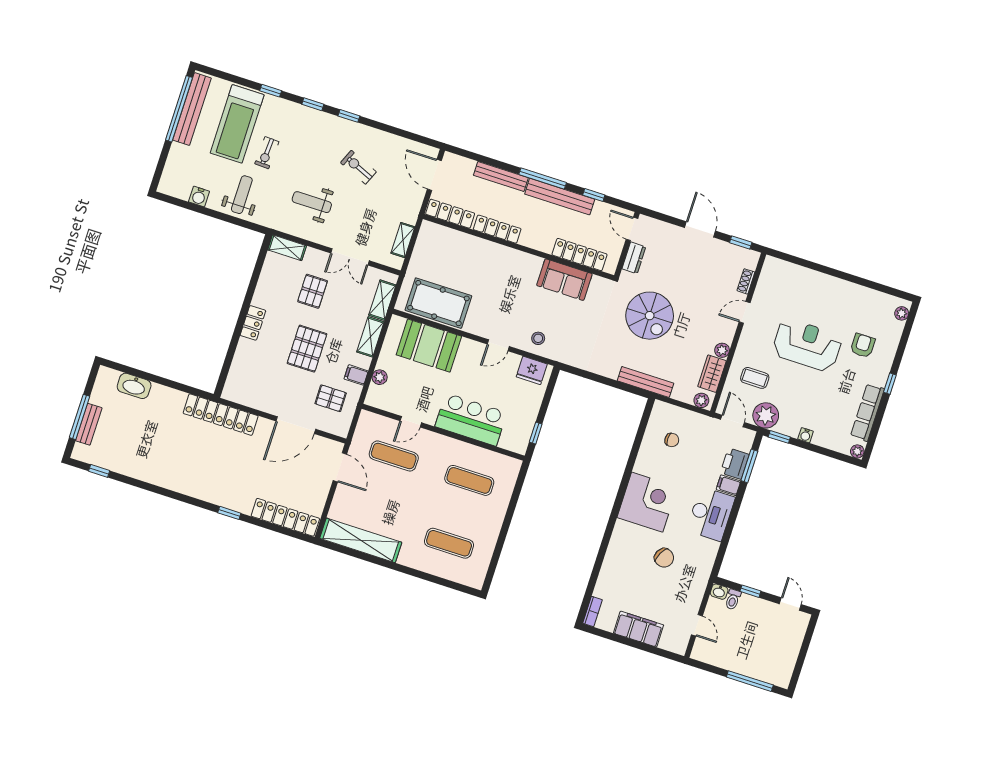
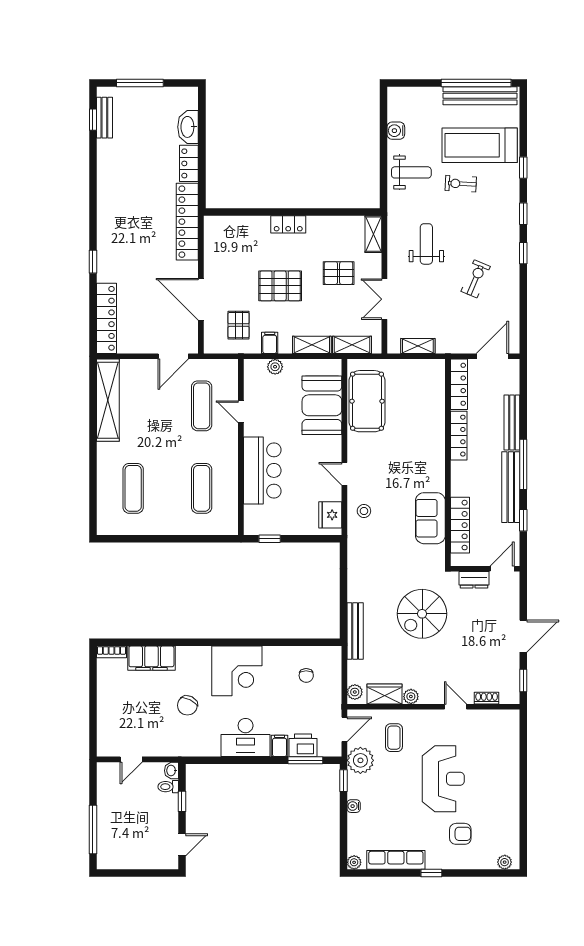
locker: (168, 396) -> (189, 163), added
bench: (89, 424) -> (104, 118), moved, turned 90
filing cabinet: (639, 629) -> (151, 658), moved, turned 90

